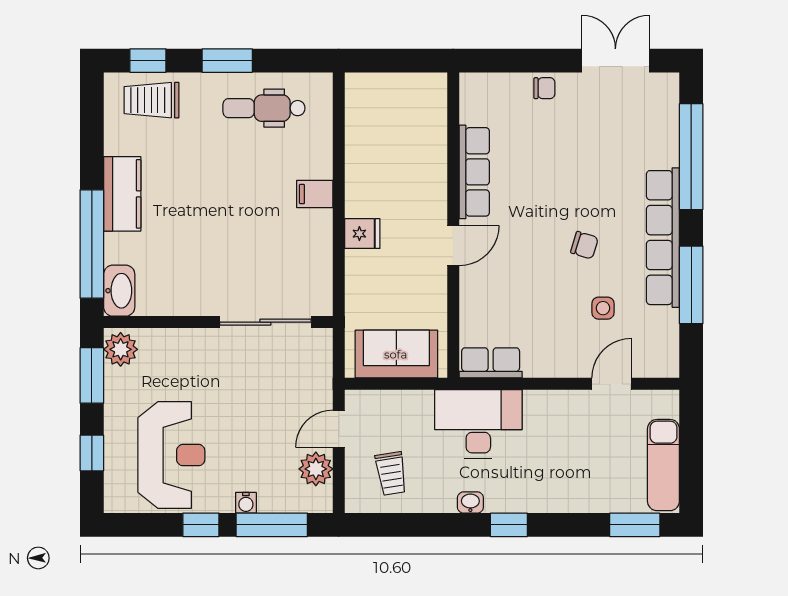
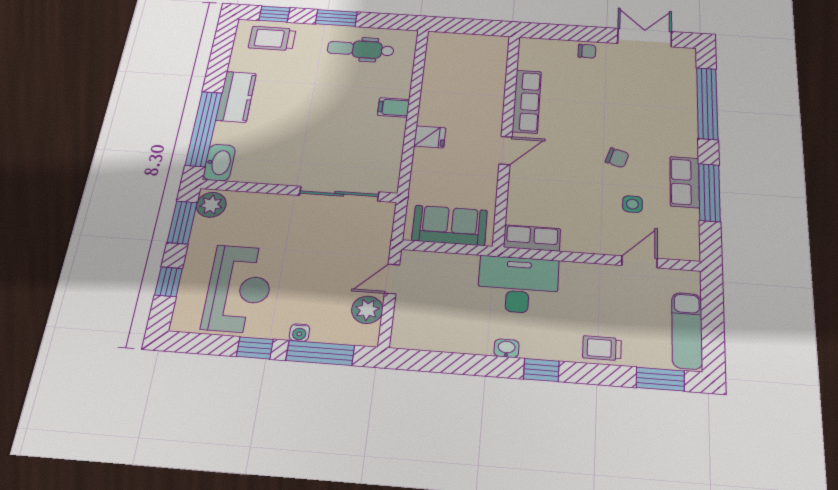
row of seats: (663, 238) -> (685, 182), width x0.50
trolley: (391, 473) -> (602, 348), moved, turned 99

